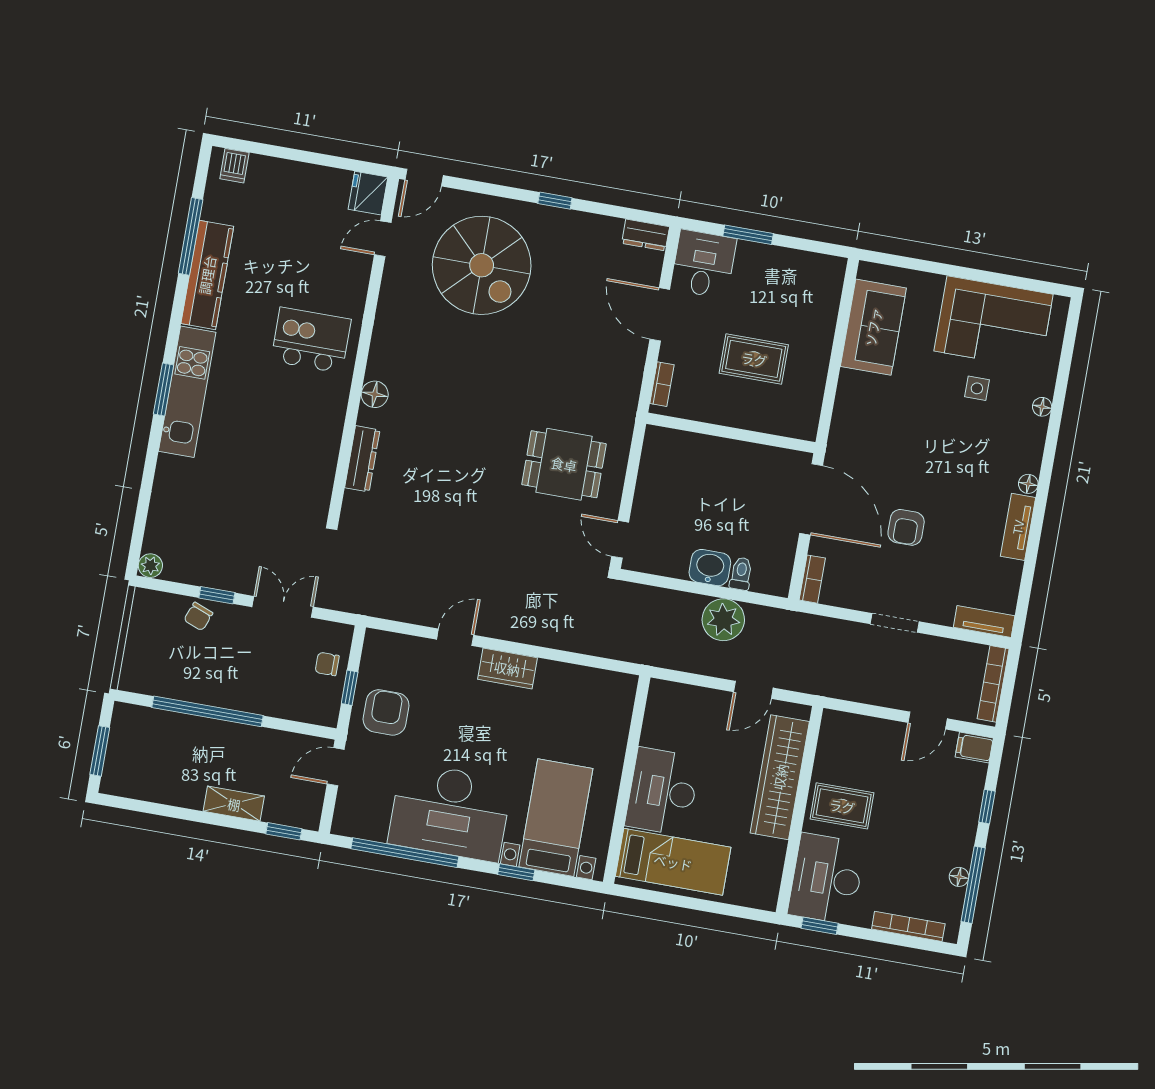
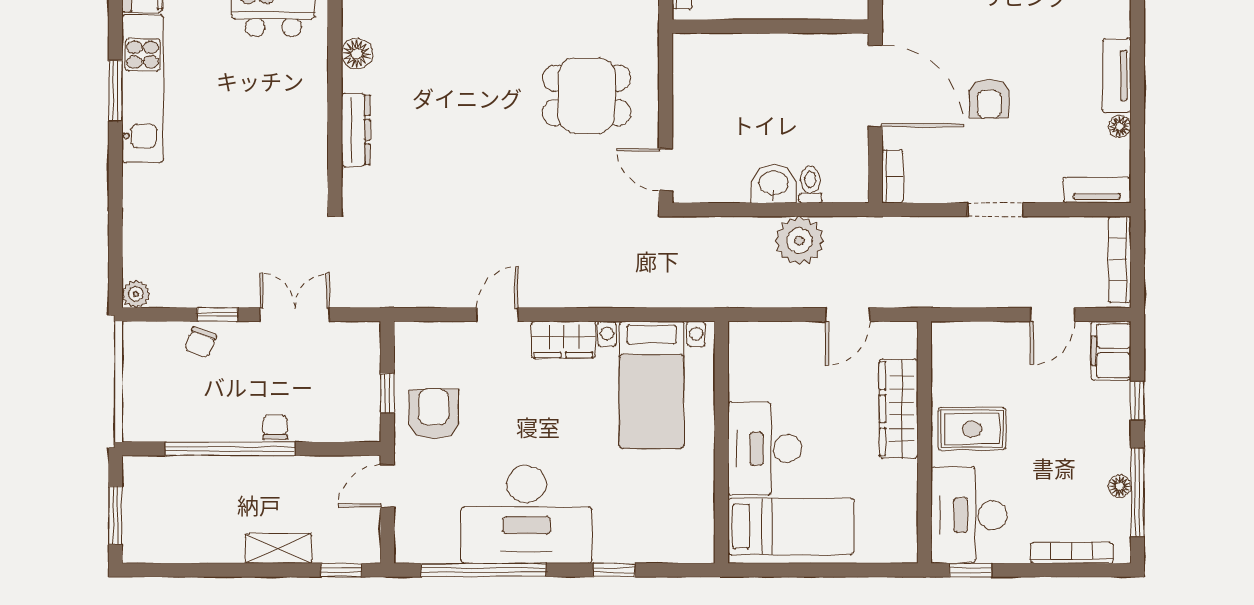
floor lamp: (1028, 484) -> (1120, 126), moved
chair: (327, 664) -> (275, 427), moved, turned 90
filing cabinet: (974, 748) -> (1111, 351), width x2.00
wardrobe: (780, 777) -> (899, 409), width x0.71, depth x0.85
bed with nightstands: (556, 818) -> (652, 385), moved, turned 180

